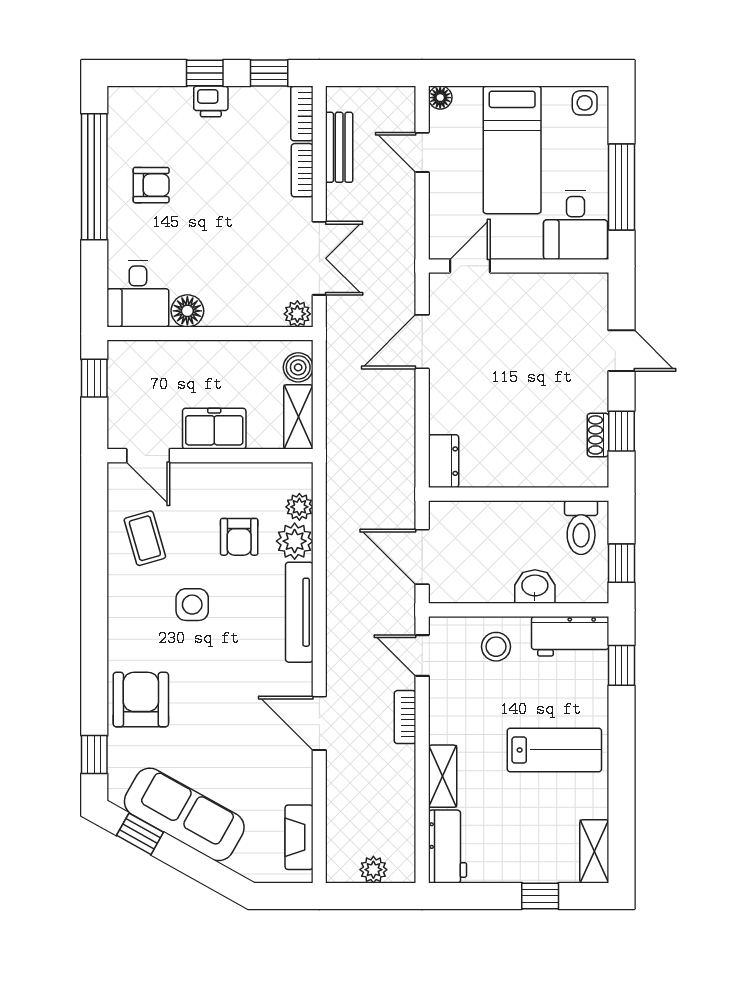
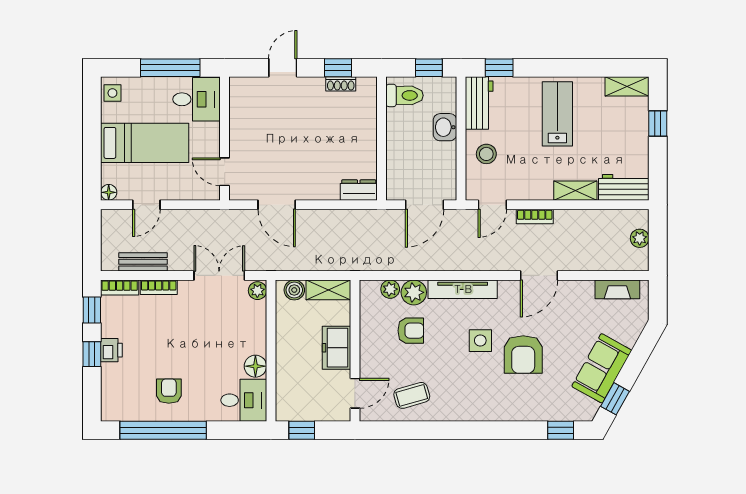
side table: (192, 605) -> (480, 341), moved
armchair: (141, 700) -> (523, 355), moved, turned -90
sofa: (184, 814) -> (602, 368), width x0.73

